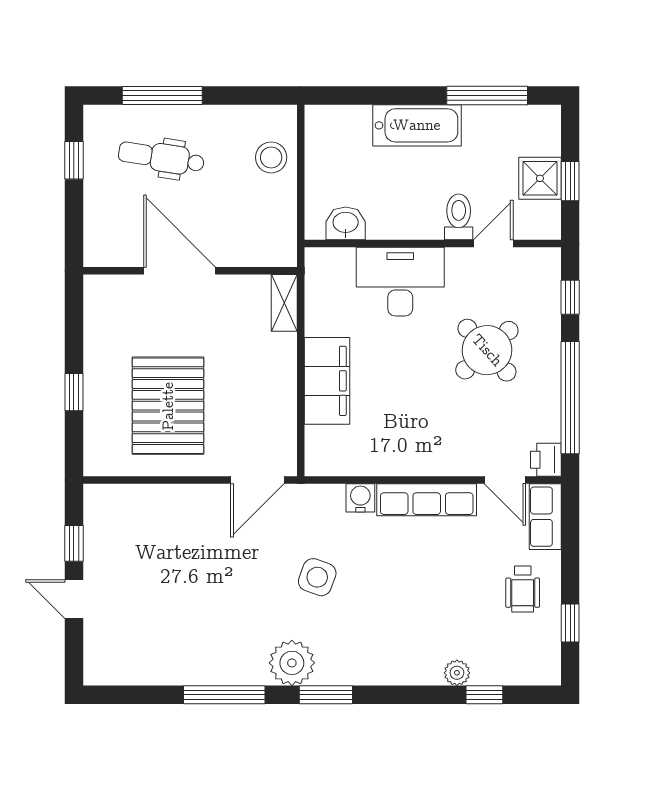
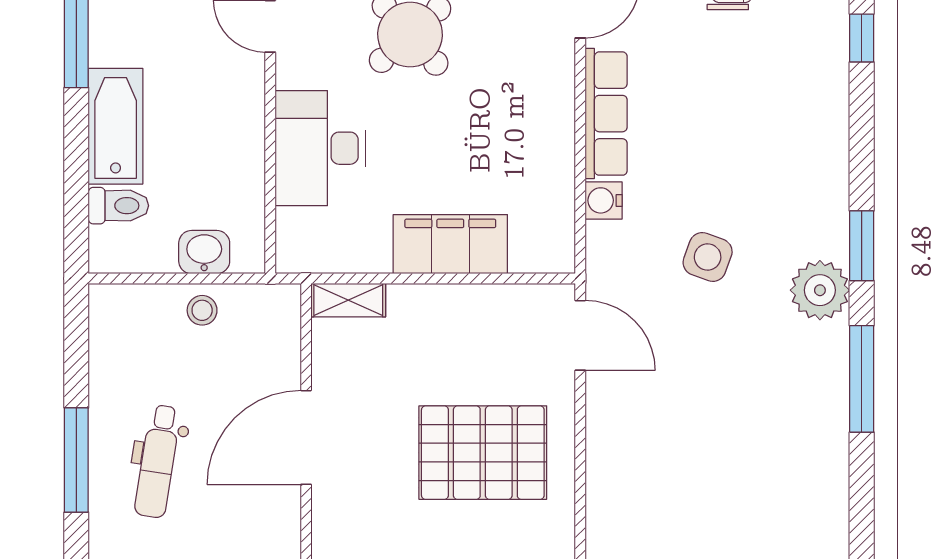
stool: (271, 157) -> (202, 310), moved, width x0.73, depth x0.73
toilet: (459, 217) -> (118, 206), moved, turned 180
washbasin: (346, 223) -> (204, 252), moved, turned 90
plant: (457, 673) -> (833, 74), removed

